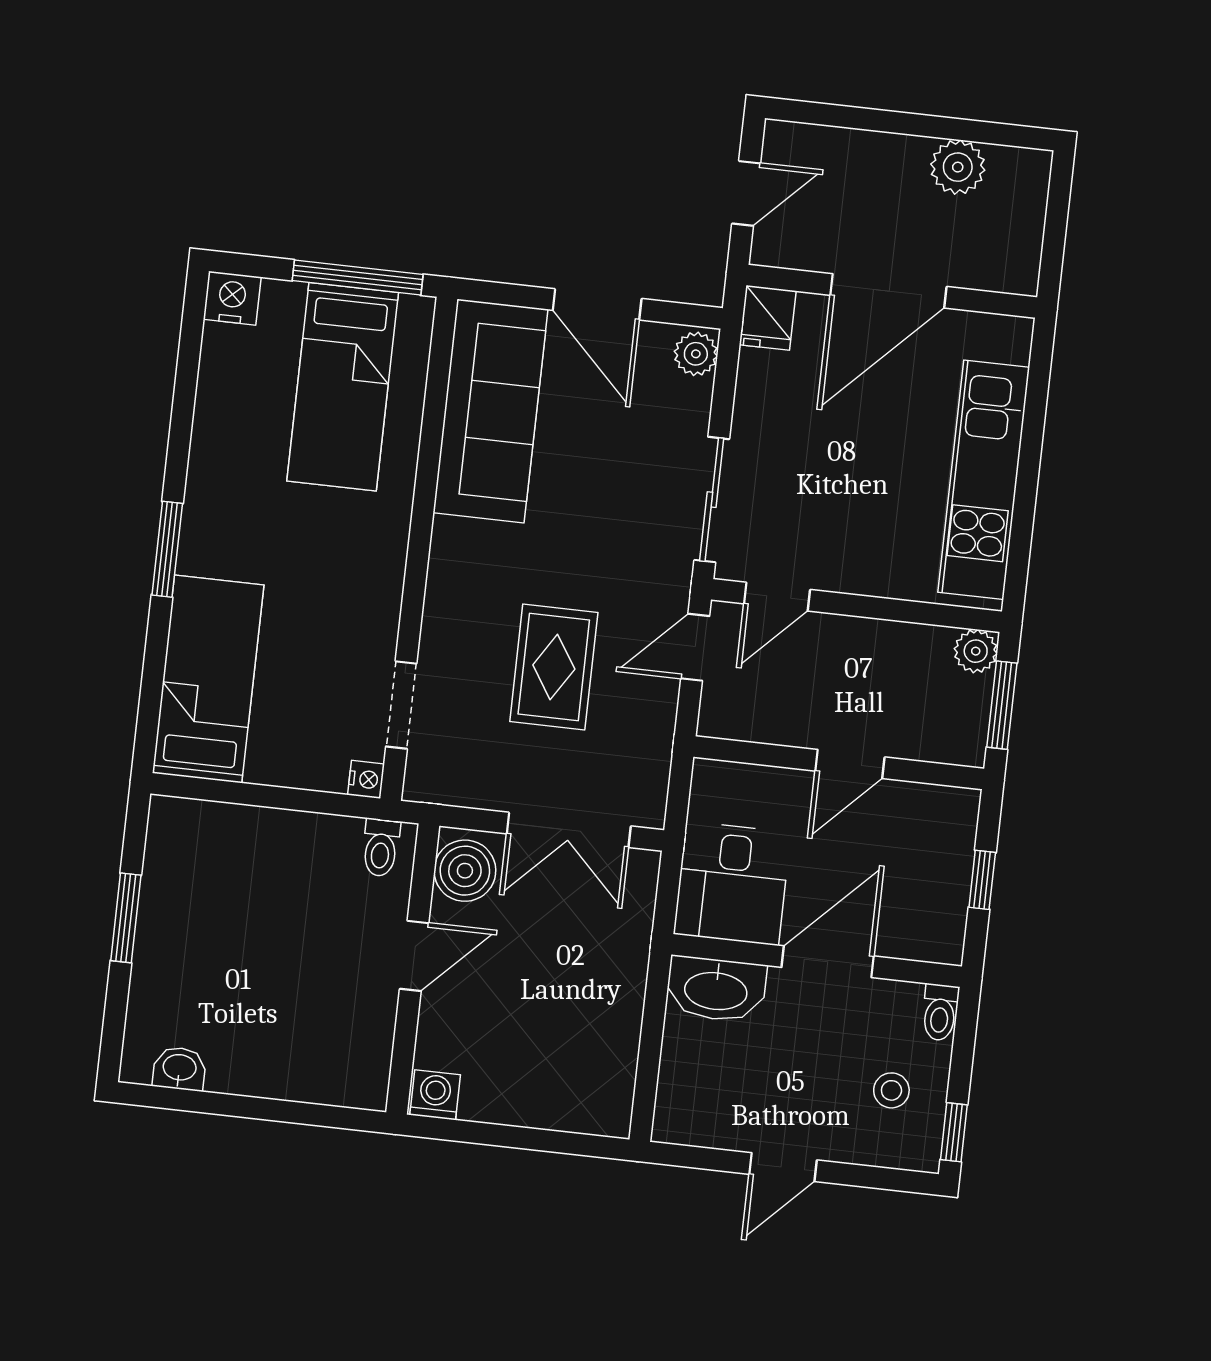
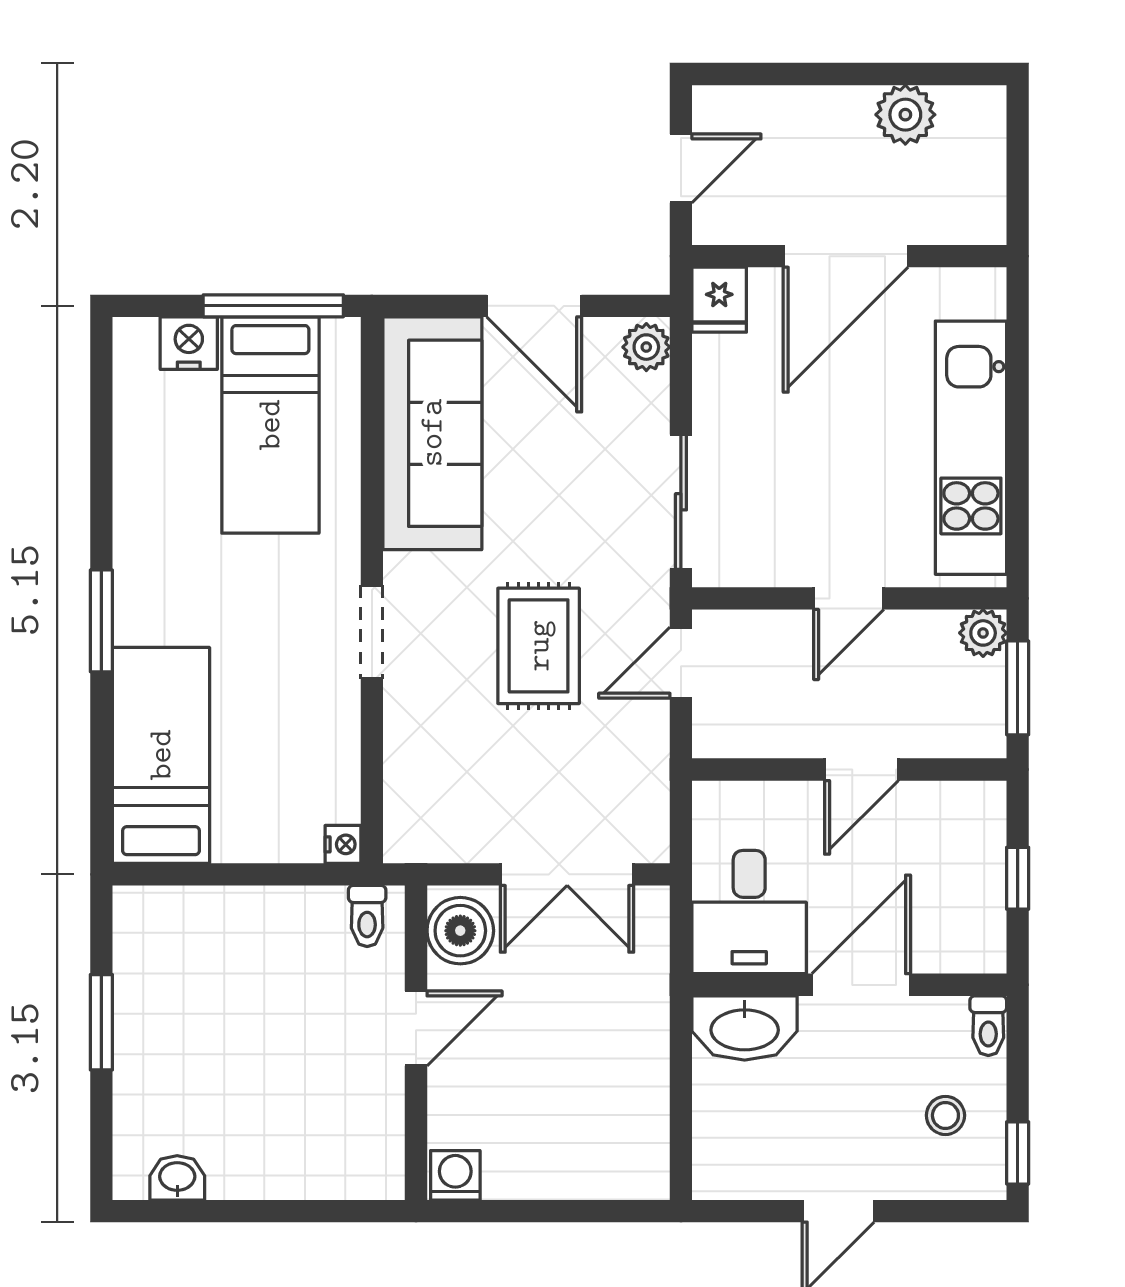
nightstand: (232, 298) -> (189, 343), moved
door: (777, 597) -> (849, 598), moved
rug: (554, 667) -> (539, 646), moved
doorway: (401, 705) -> (372, 632), moved

